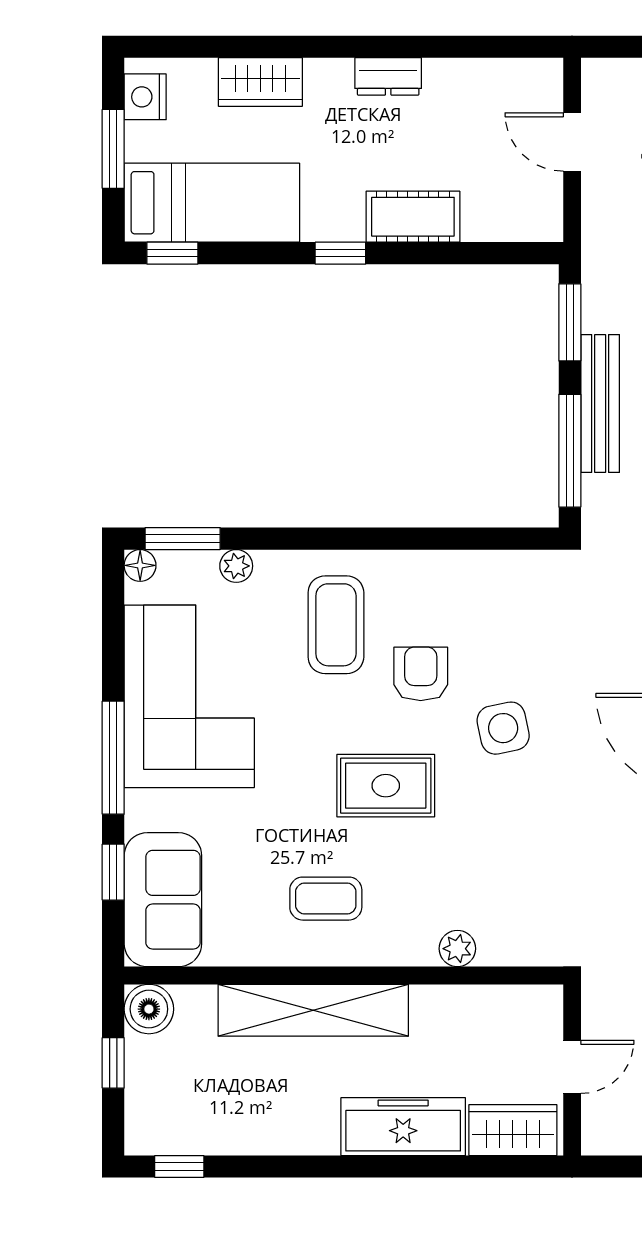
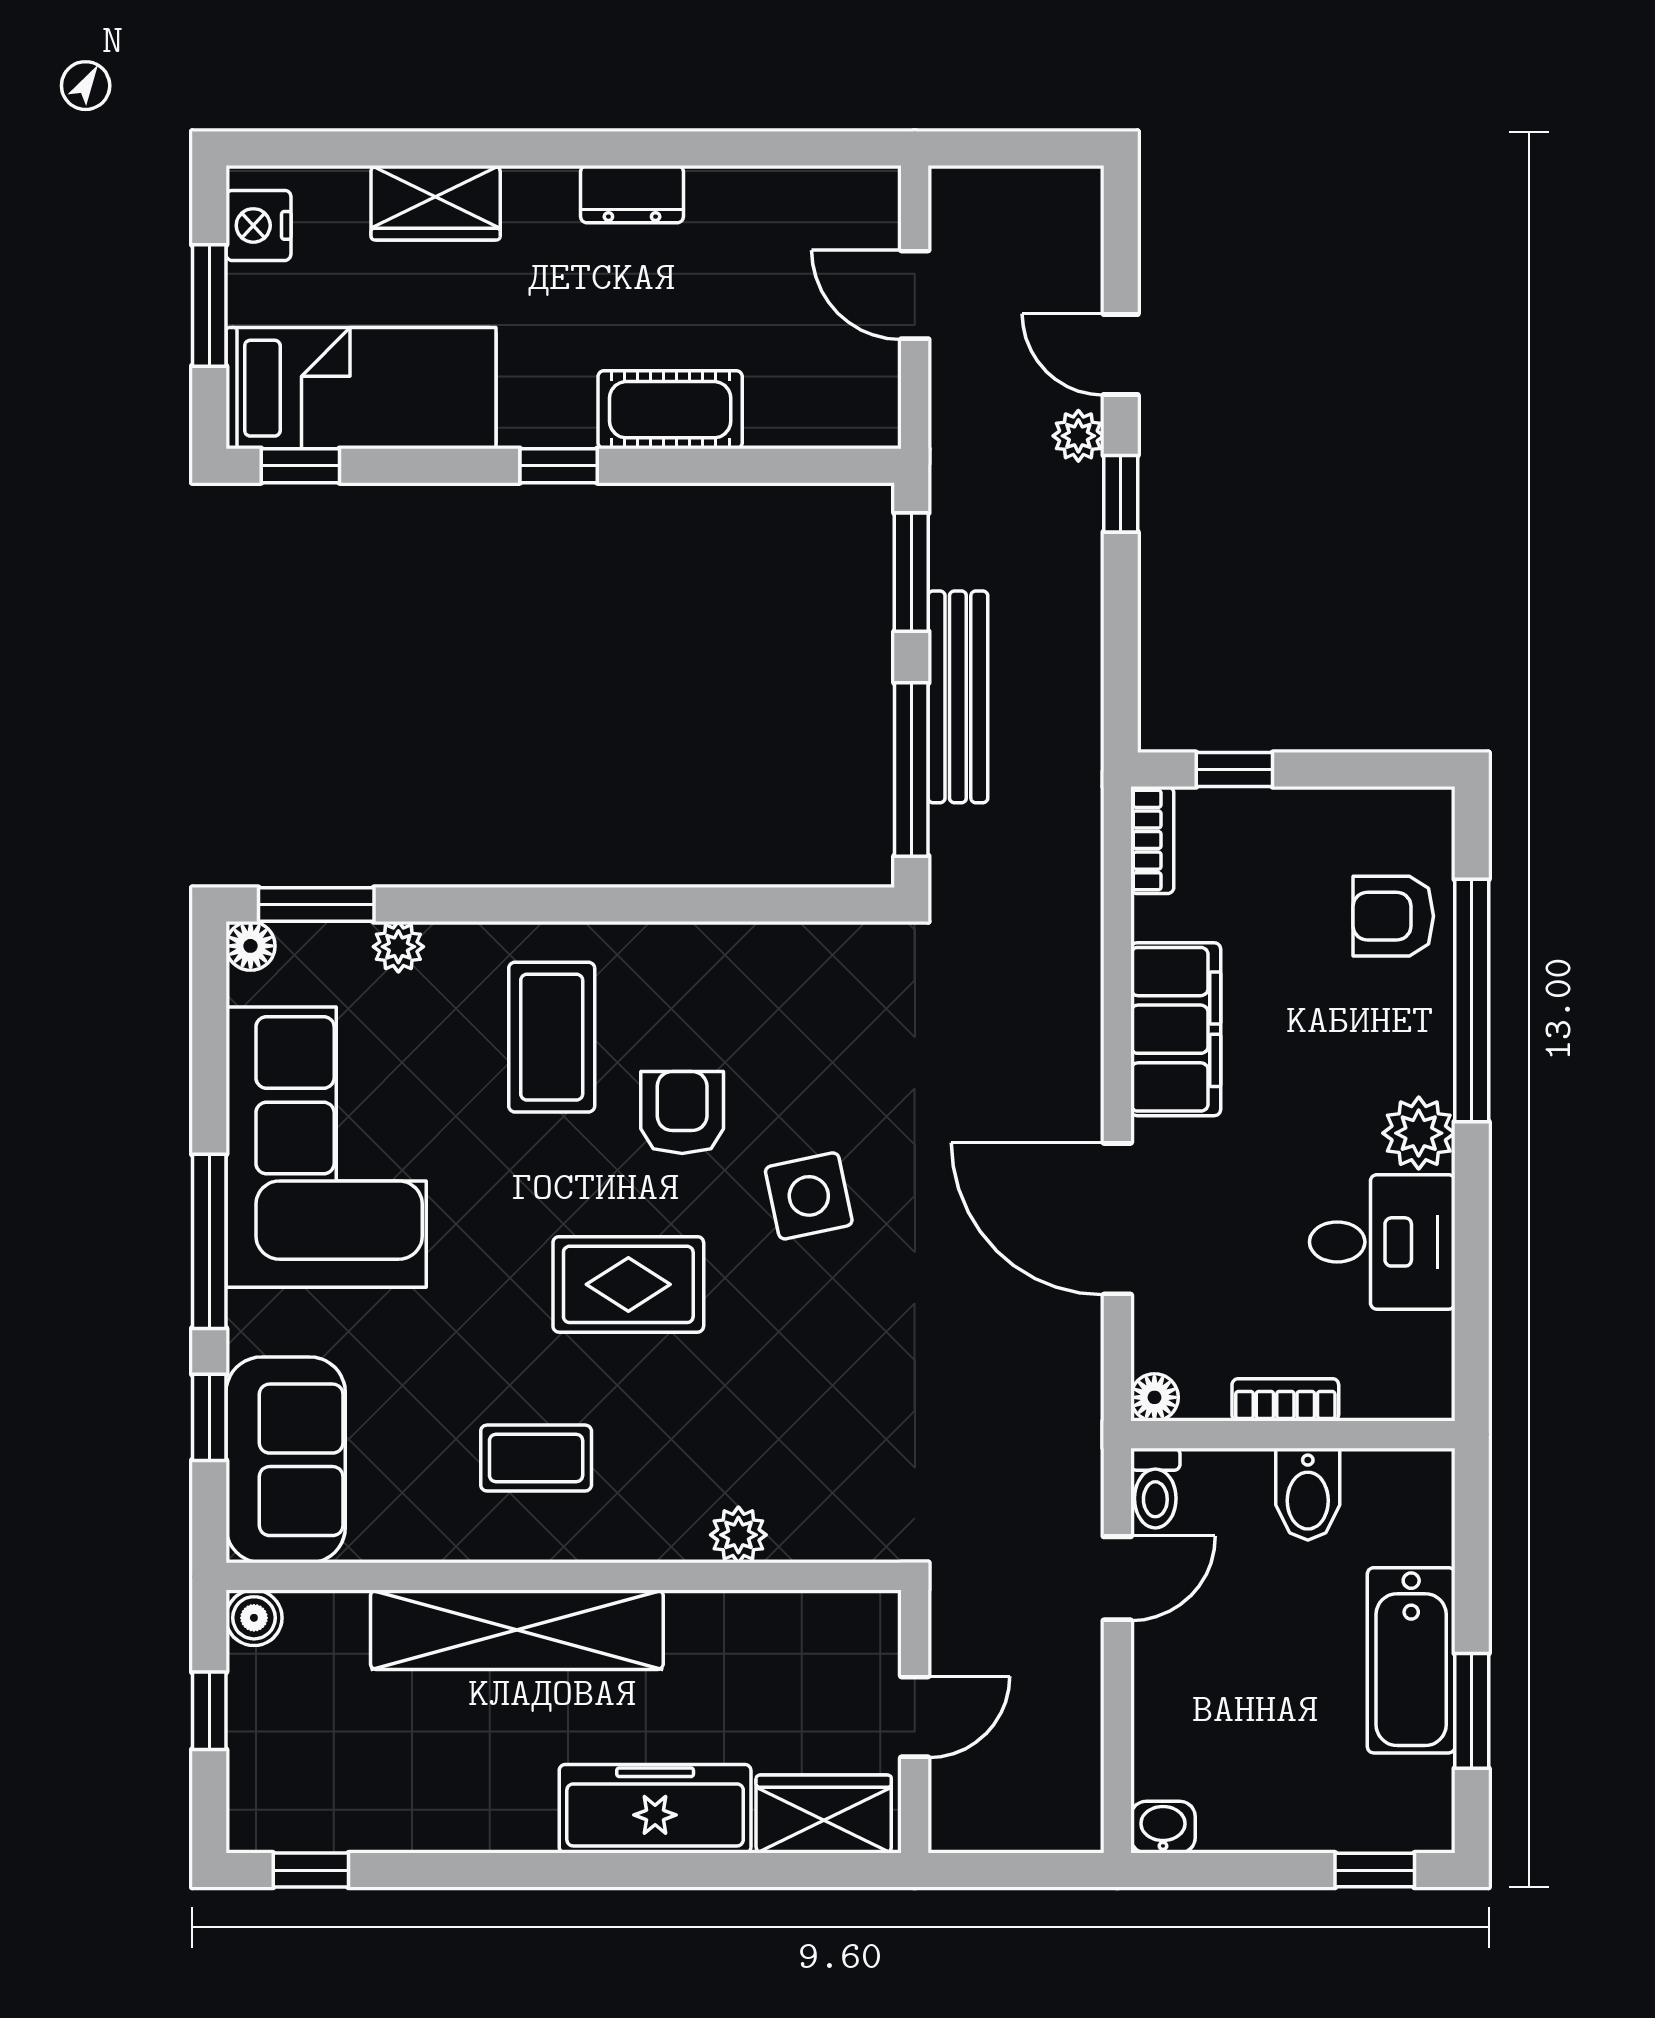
boiler: (149, 1009) -> (254, 1618), width x0.73, depth x0.73

